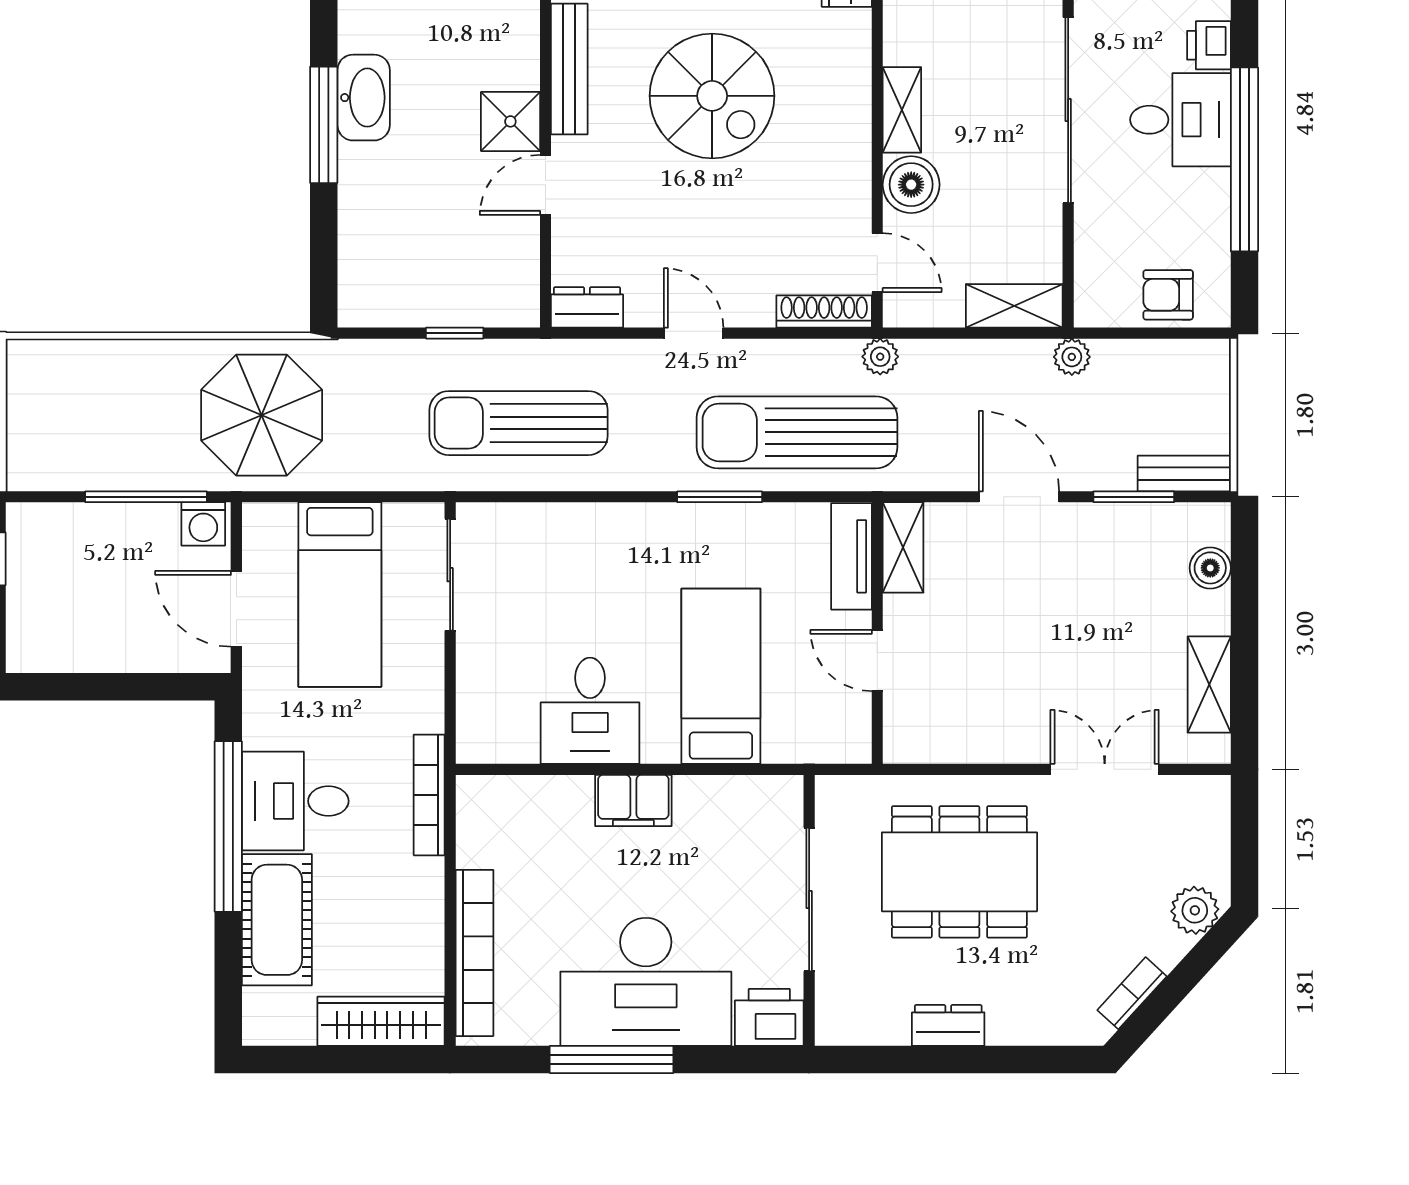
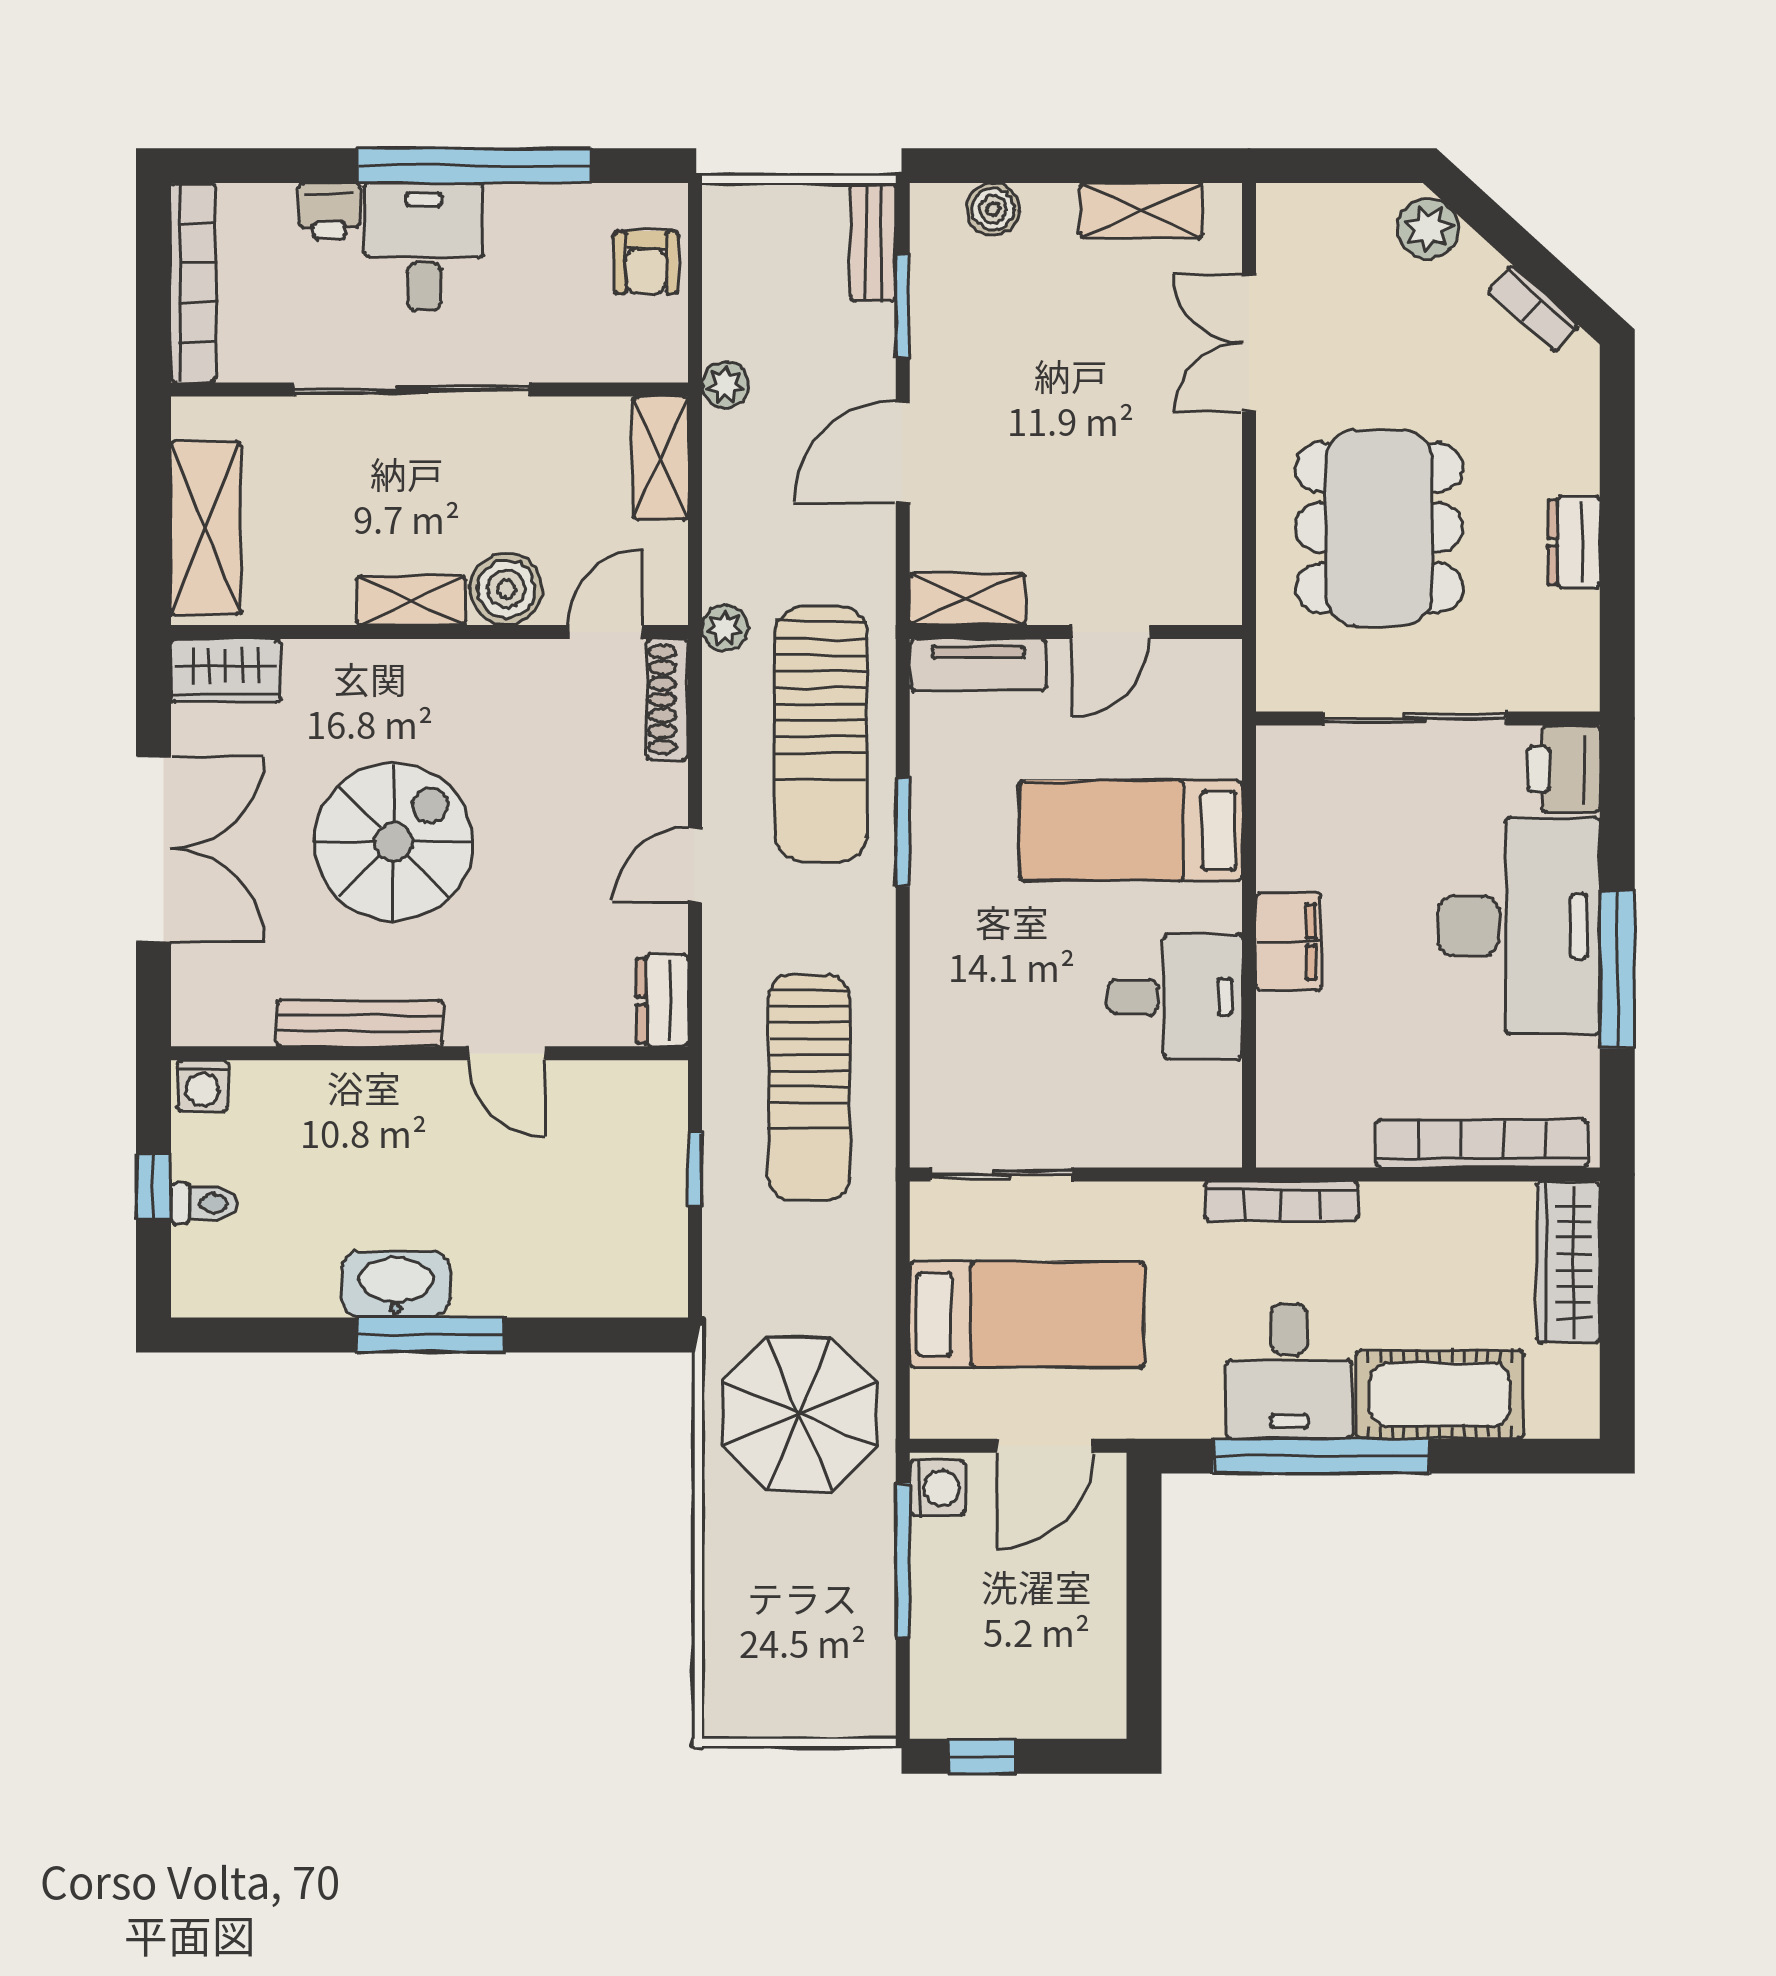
shower: (510, 121) -> (426, 1098), removed

